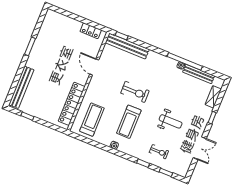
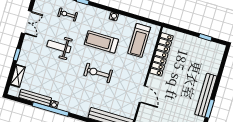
bench: (21, 87) -> (206, 95), moved
treadmill: (129, 122) -> (101, 42), turned -90
double door: (200, 148) -> (26, 22), swing flipped

